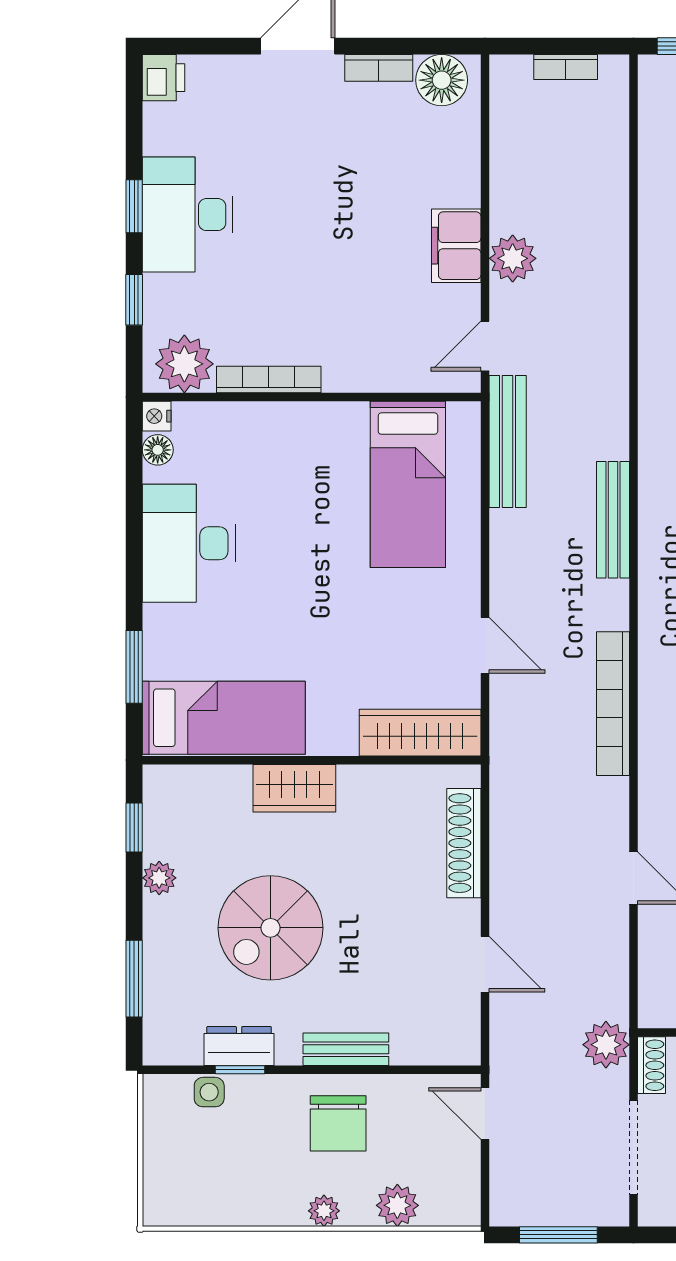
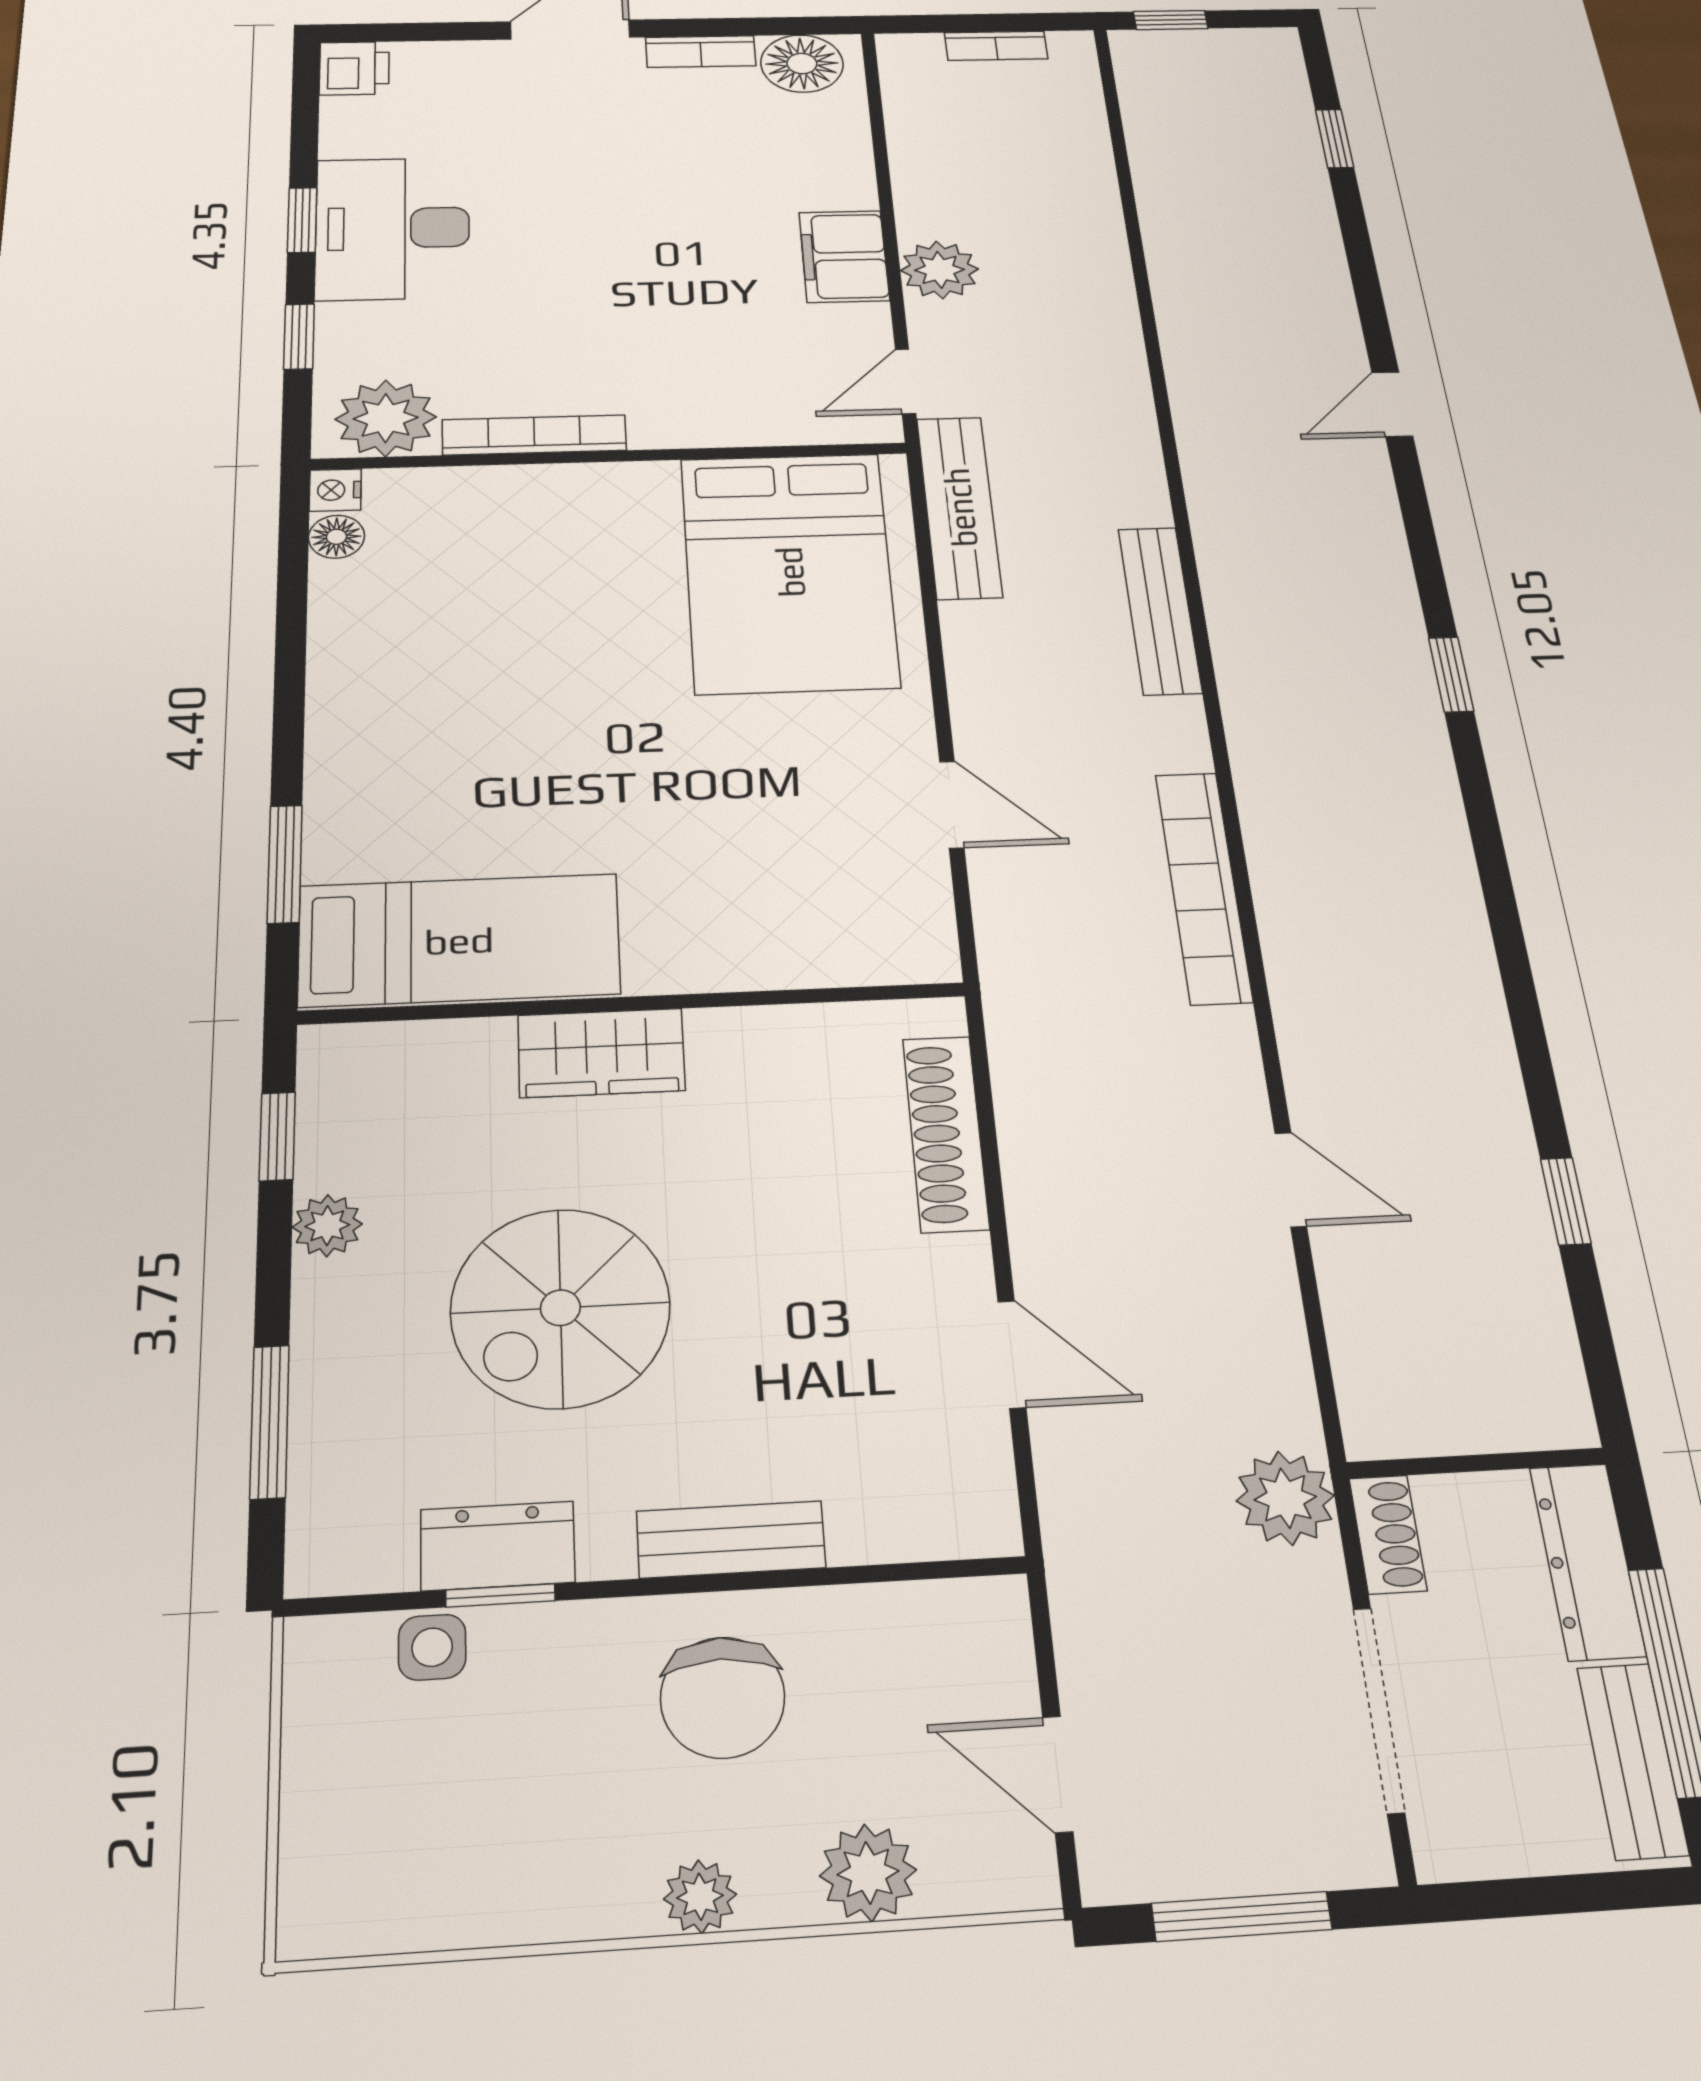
bed: (408, 484) -> (789, 572), width x1.50
desk: (189, 543) -> (392, 669), removed
wardrobe: (420, 733) -> (842, 949), removed
door: (485, 1113) -> (1058, 1774), moved

